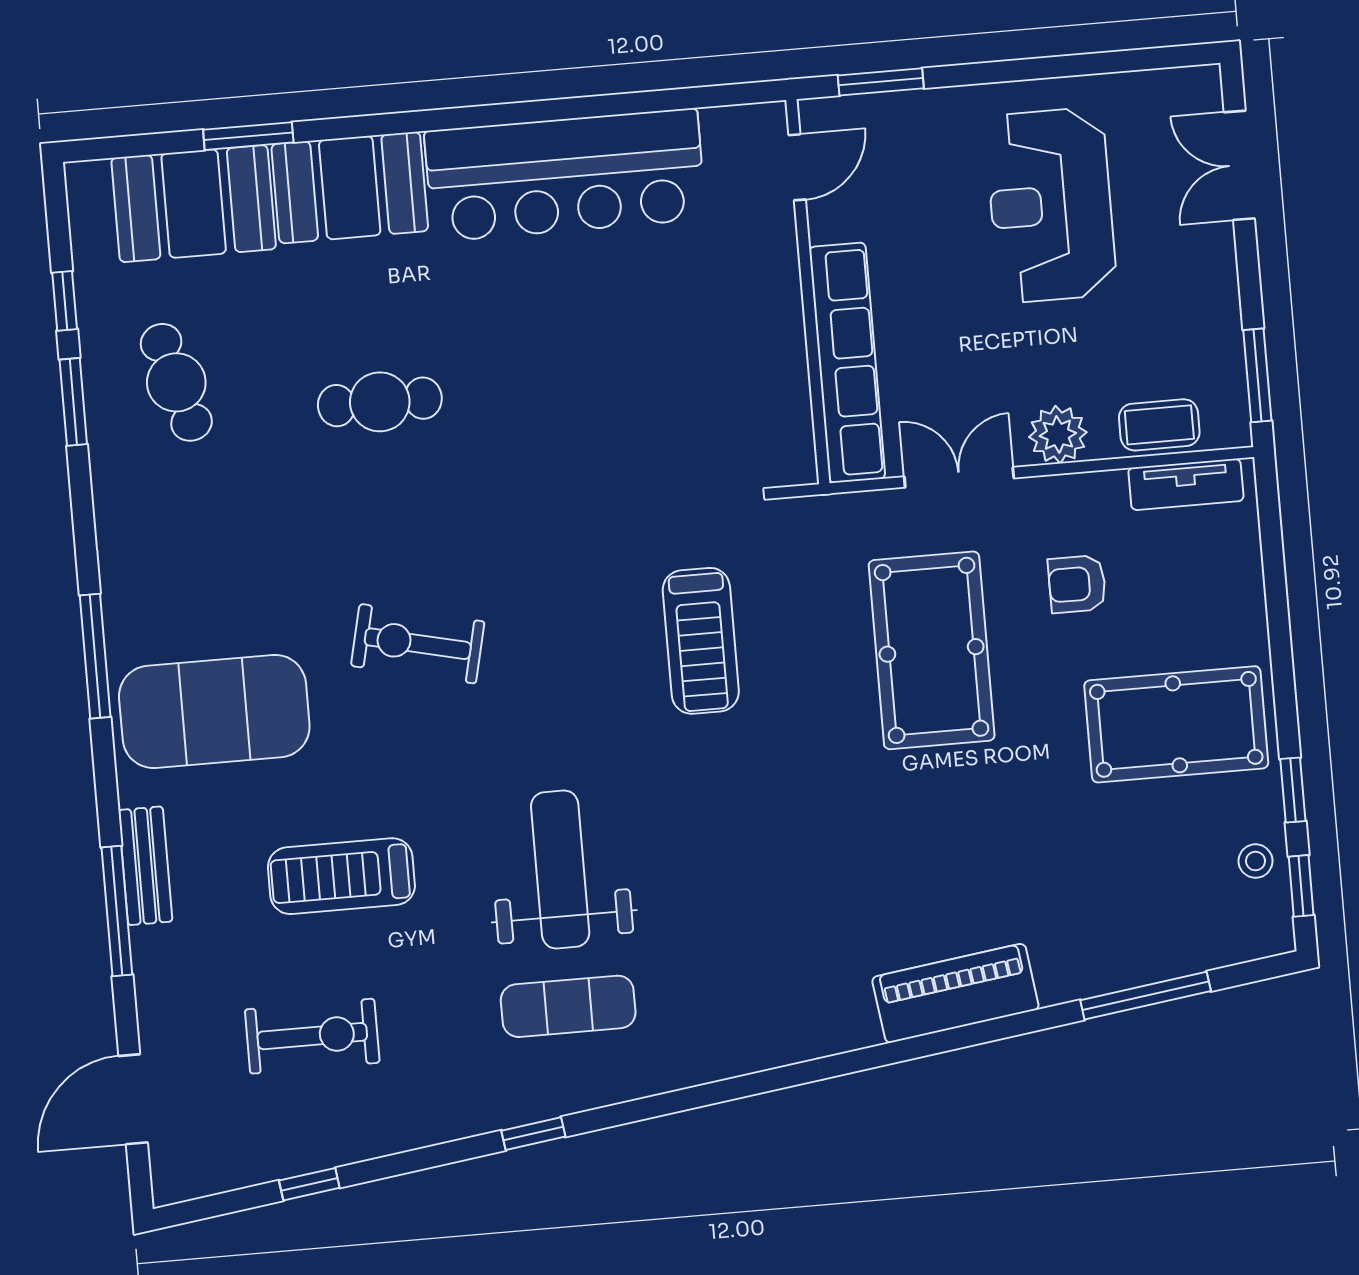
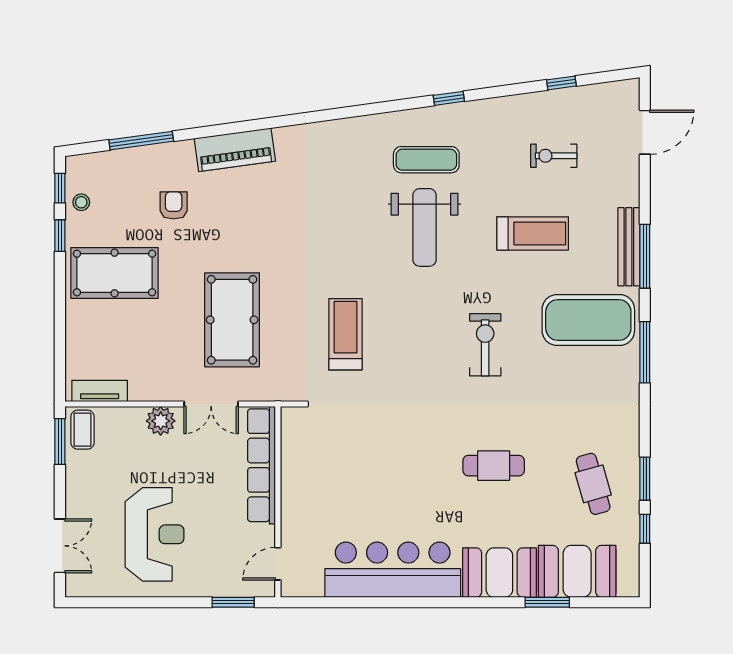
coffee table: (1159, 425) -> (83, 430), moved, turned 90
armchair: (1077, 584) -> (174, 205), moved, turned -90
exercise bike: (418, 644) -> (485, 345), turned -103
bench: (145, 866) -> (629, 247), width x1.36
window: (117, 911) -> (645, 256), moved
exercise bike: (312, 1036) -> (554, 156), width x0.73, depth x0.72

